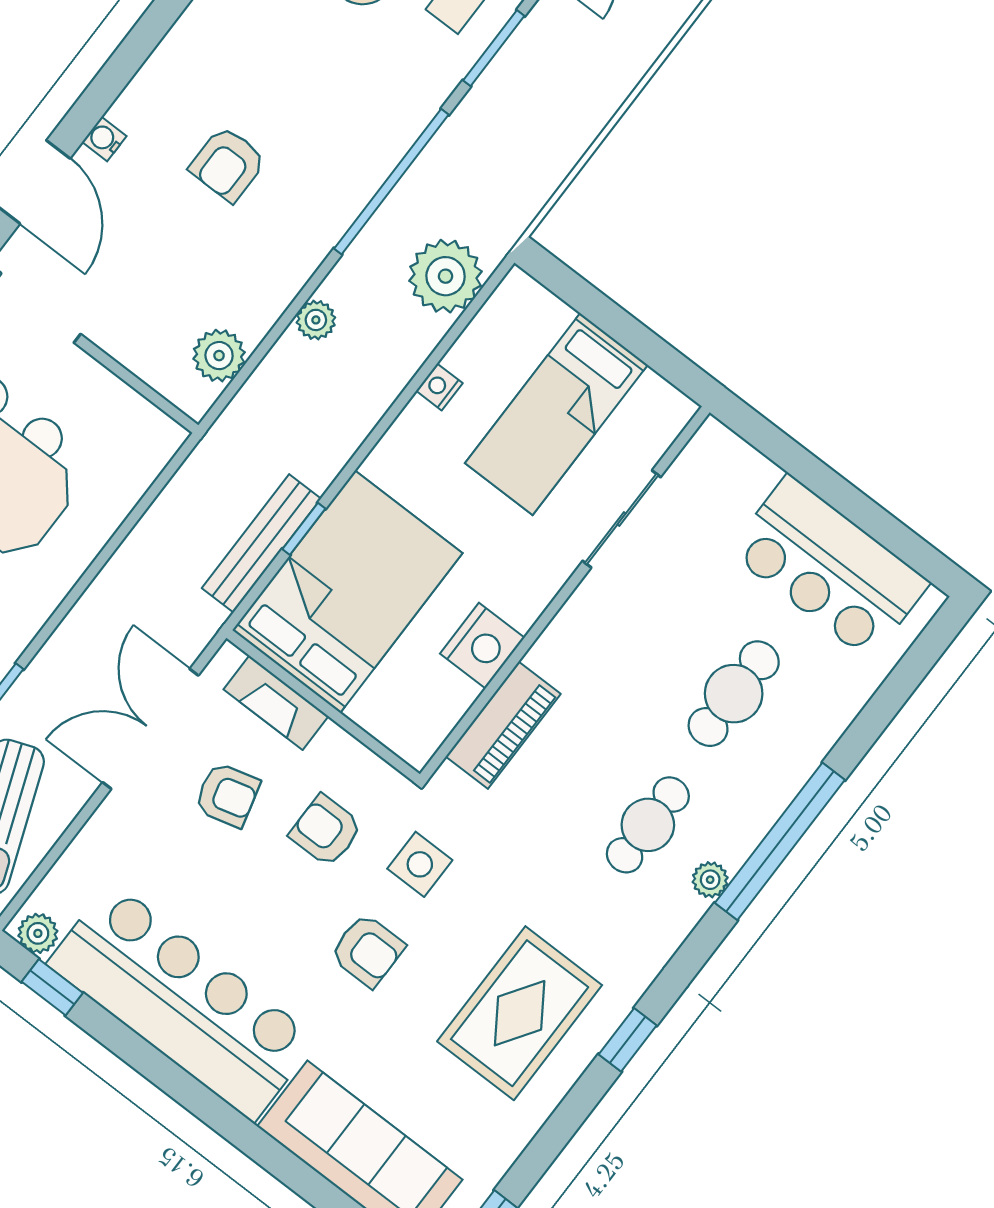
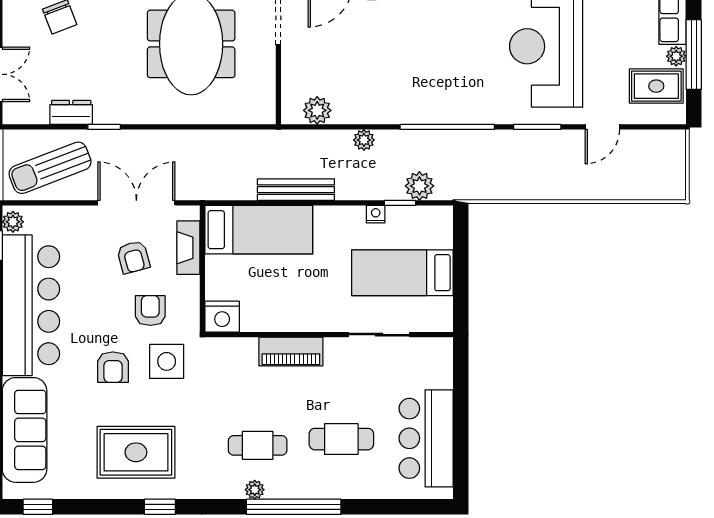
armchair: (228, 164) -> (401, 52), removed
plant: (446, 276) -> (419, 186), width x0.73, depth x0.73
window: (304, 529) -> (400, 203), moved
bench: (261, 543) -> (296, 190), moved
bed: (347, 592) -> (259, 230), width x0.67
nightstand: (482, 646) -> (222, 317), moved
piano: (503, 725) -> (291, 351), moved
side table: (420, 864) -> (167, 361), width x1.37, depth x1.37

